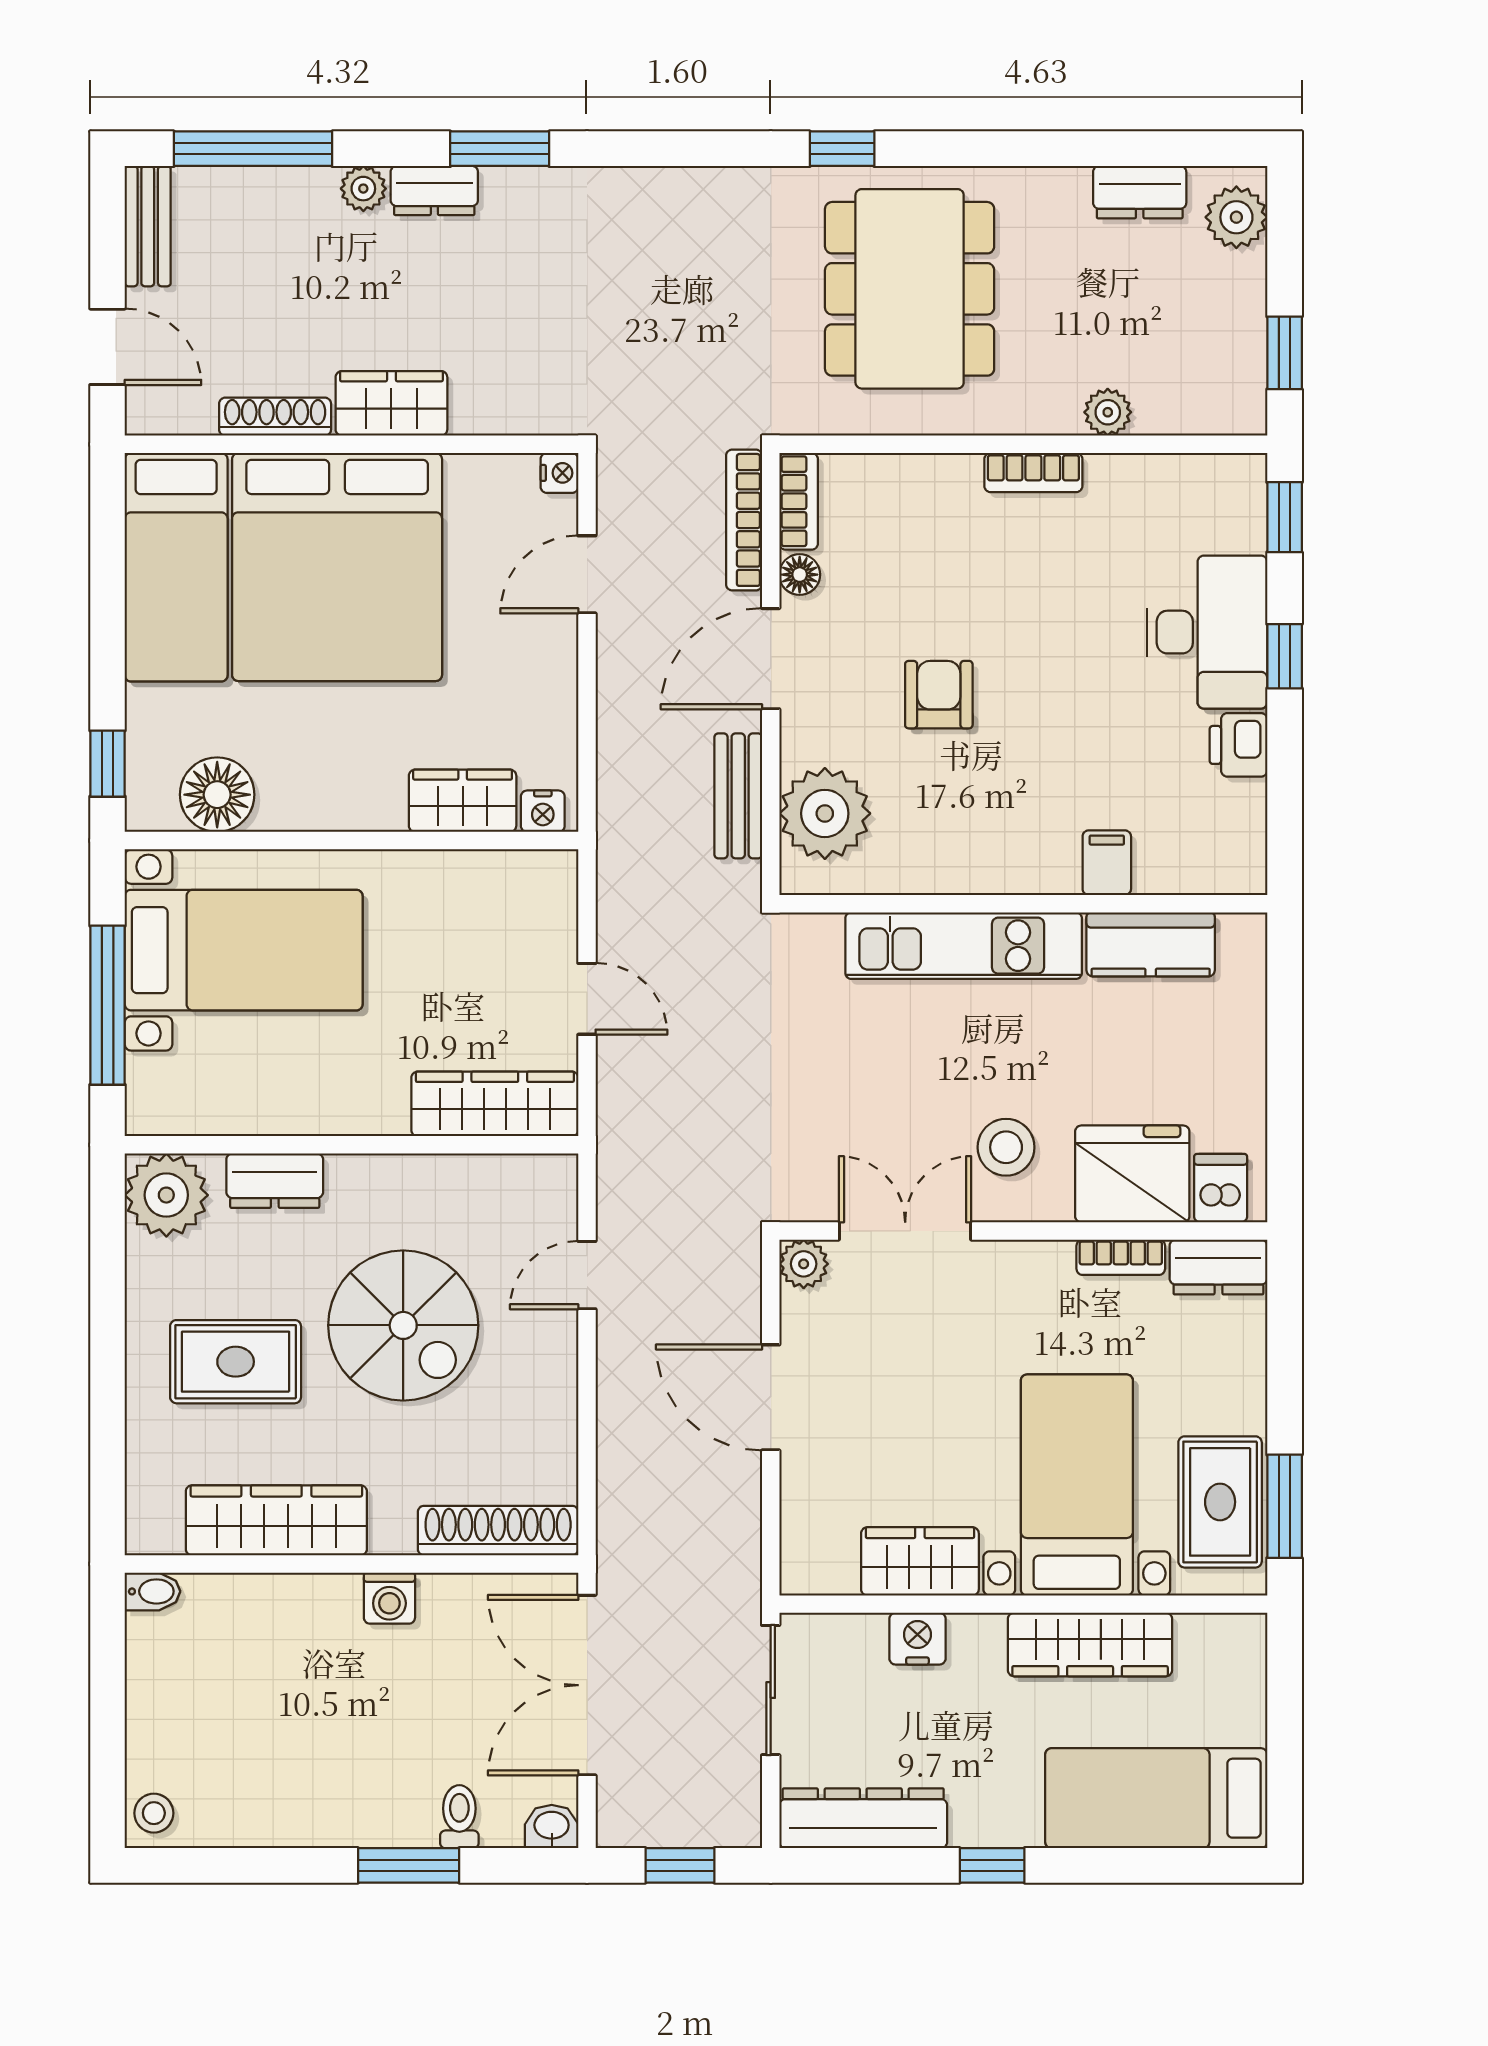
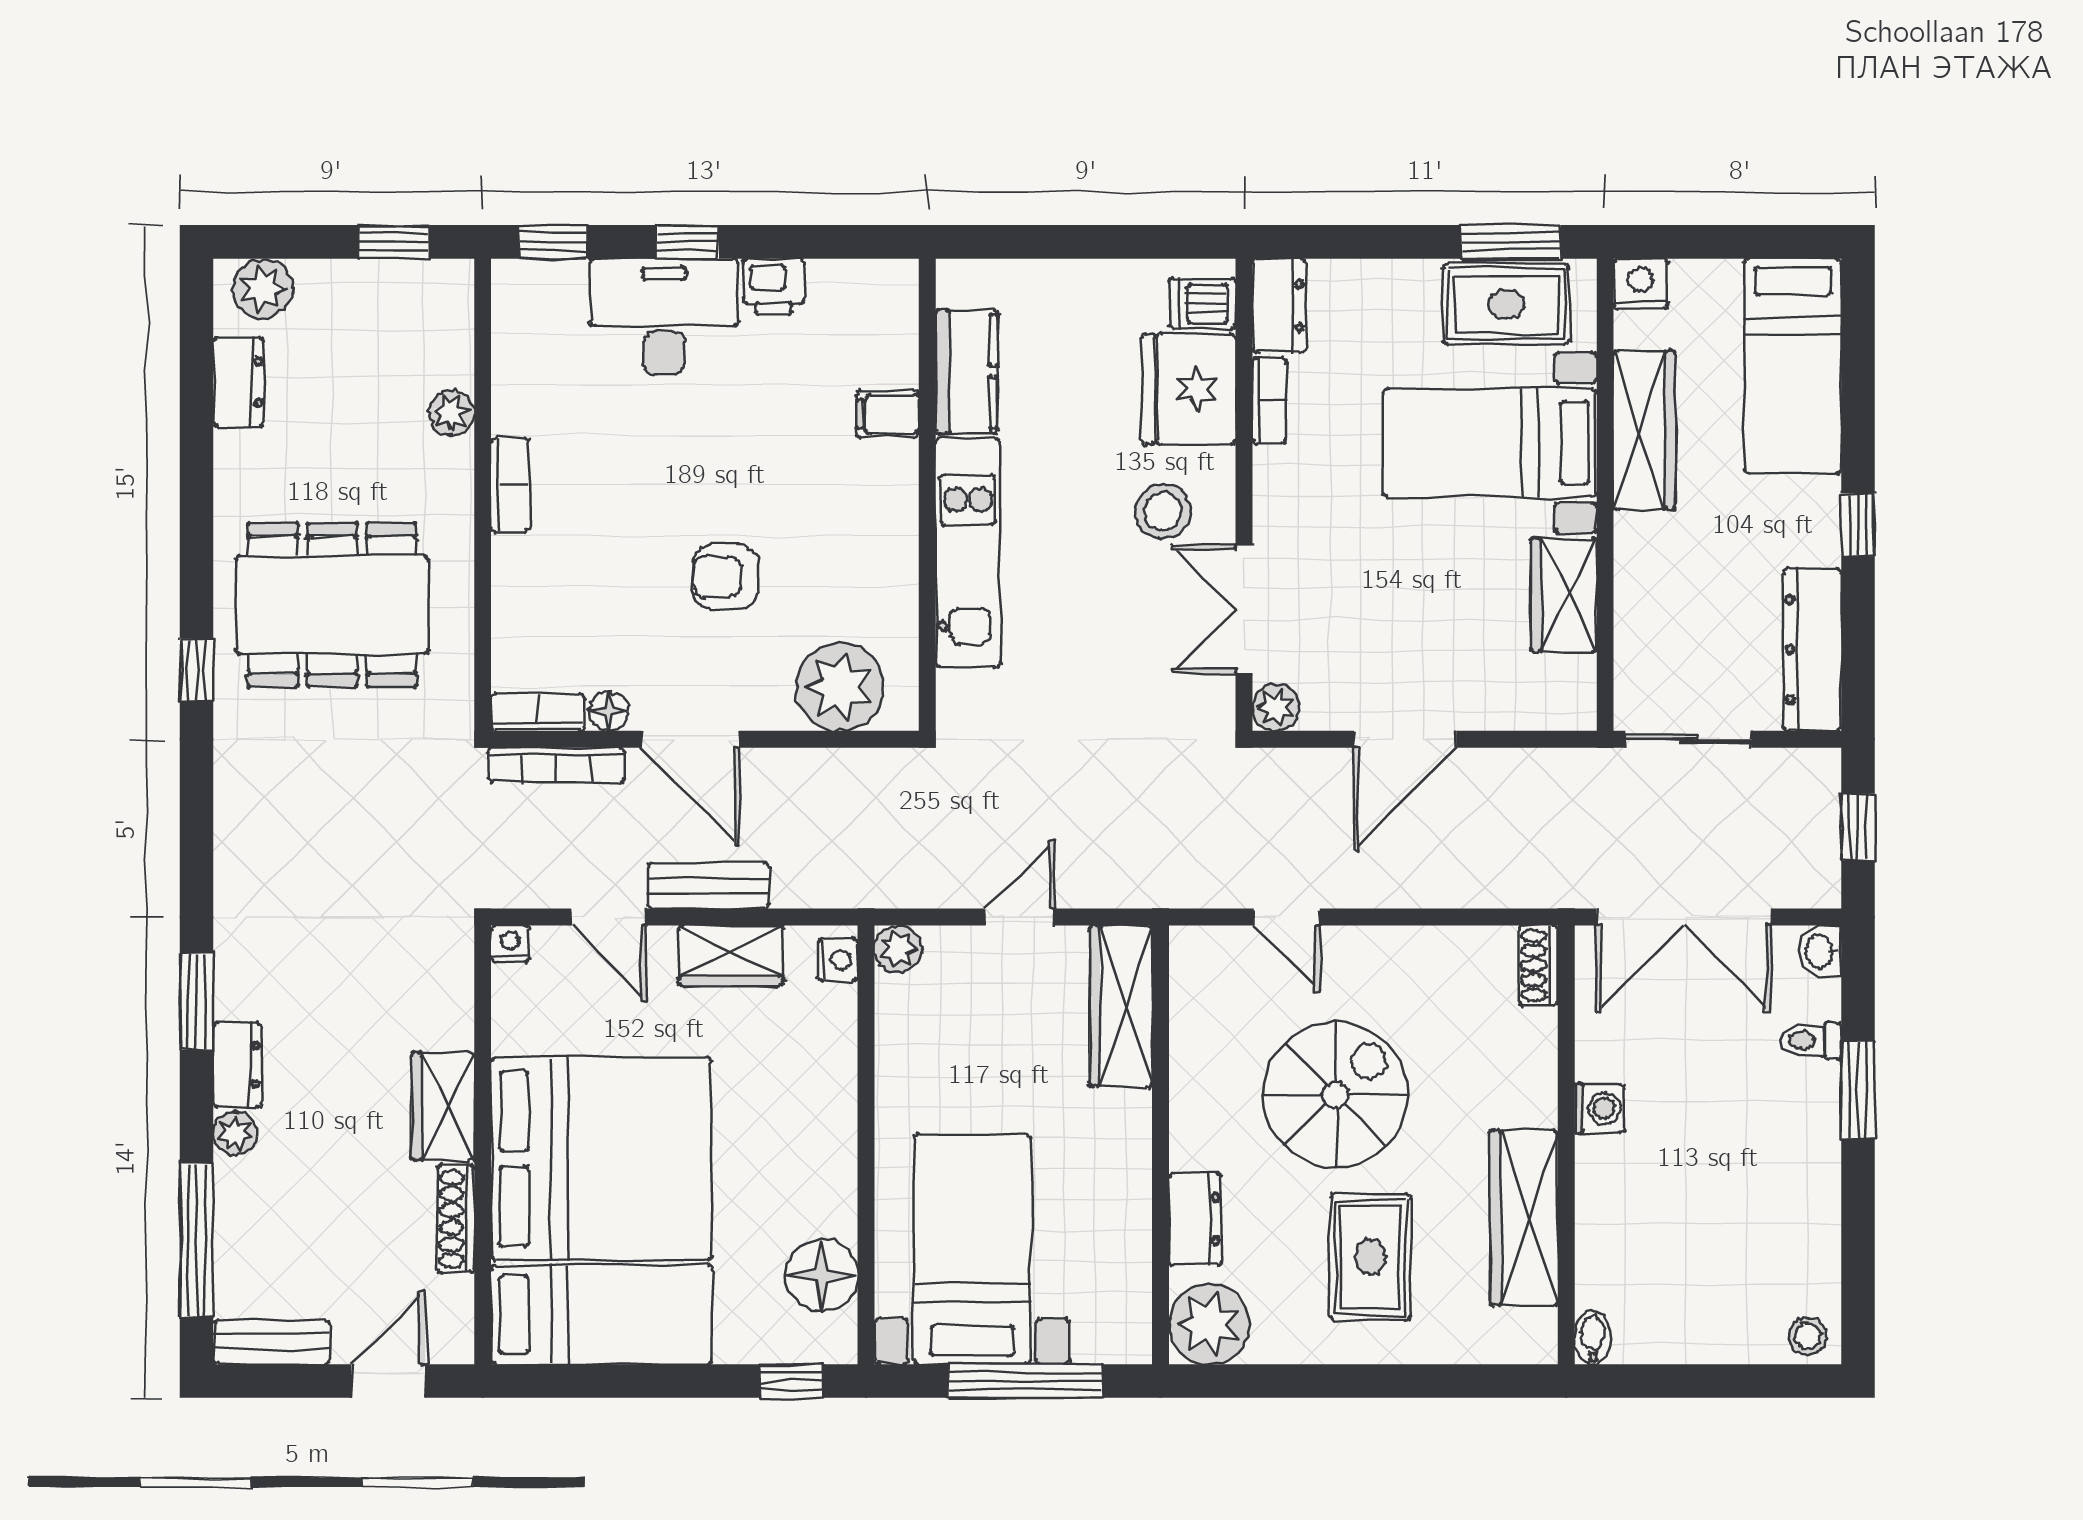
bench: (738, 796) -> (709, 886), moved
wardrobe: (463, 801) -> (731, 956), moved, turned -90
plant: (554, 873) -> (898, 949), added
shoe rack: (498, 1531) -> (1538, 965), width x0.51, depth x0.81
nightstand: (917, 1639) -> (1641, 284), moved, turned 90

